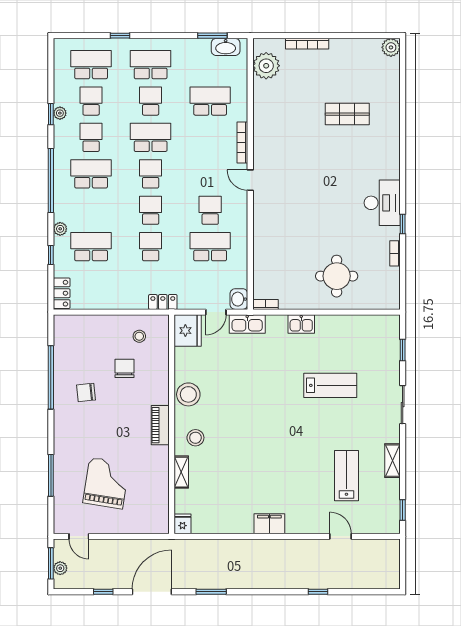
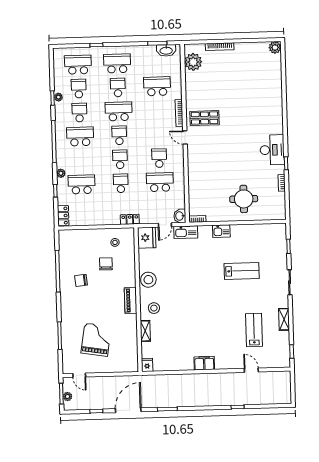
shop shelf: (347, 114) -> (205, 118), moved

